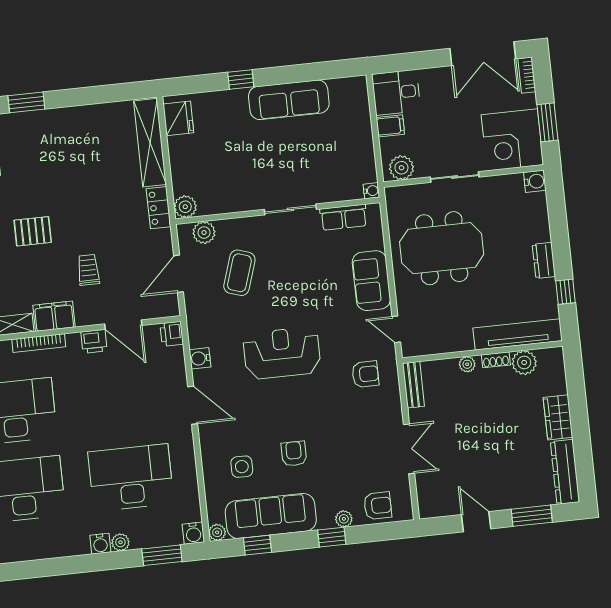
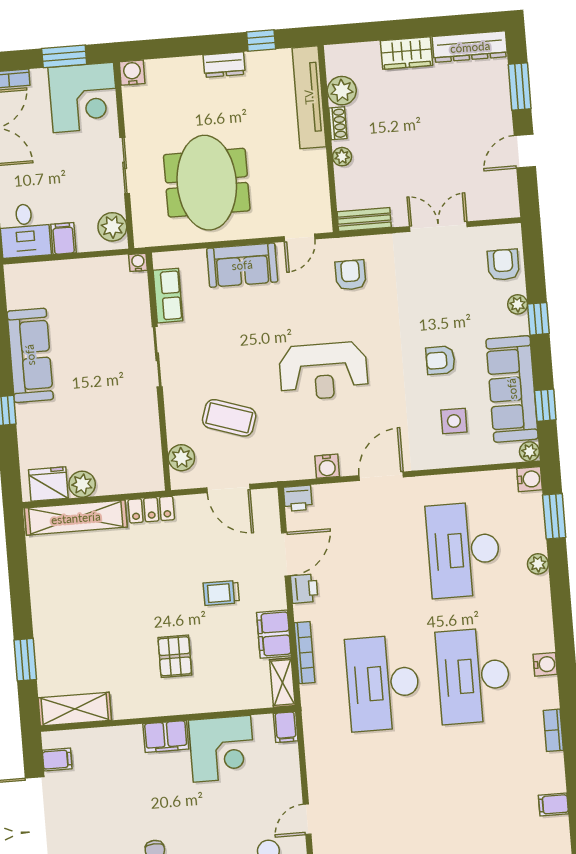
plant: (185, 207) -> (82, 484), moved
reception desk: (282, 353) -> (323, 371), turned -90
water cooler: (100, 544) -> (545, 664), moved

